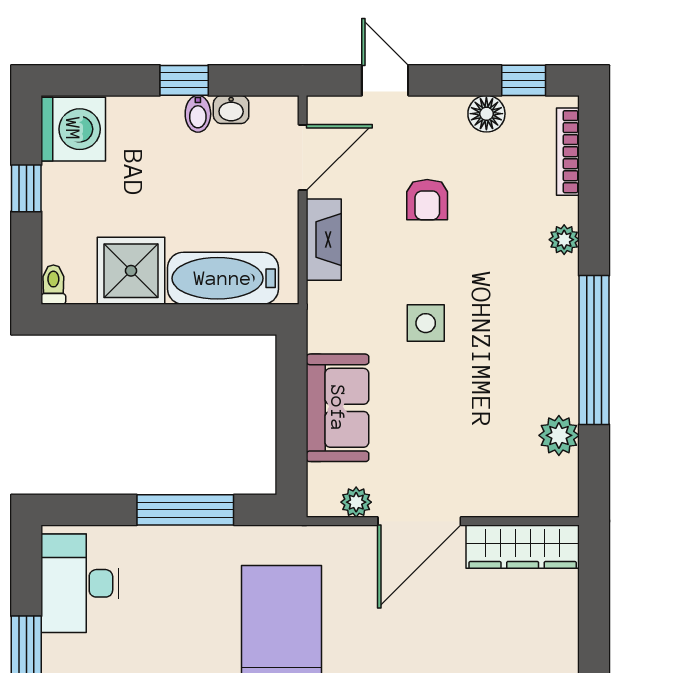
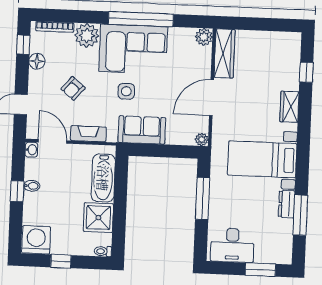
washbasin: (231, 110) -> (31, 150), moved
armchair: (427, 200) -> (73, 88), turned 130
plant: (564, 240) -> (87, 35), width x1.88, depth x1.88
corner sofa: (524, 335) -> (133, 49), added
sofa: (338, 408) -> (142, 130), moved
plant: (559, 435) -> (204, 37), moved
plant: (356, 502) -> (202, 139), moved
door: (419, 521) -> (212, 98), swing flipped

